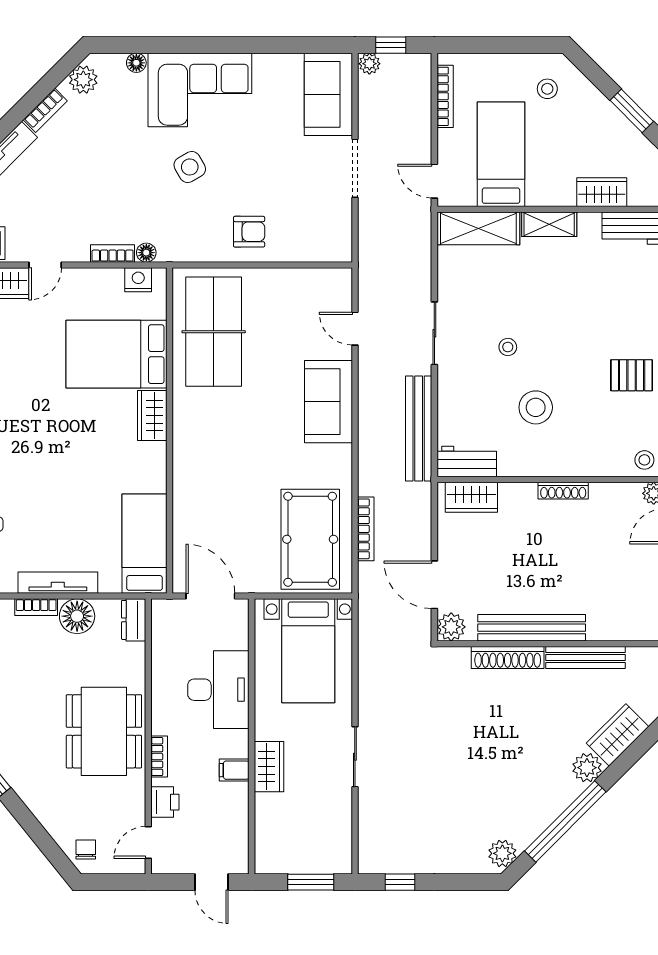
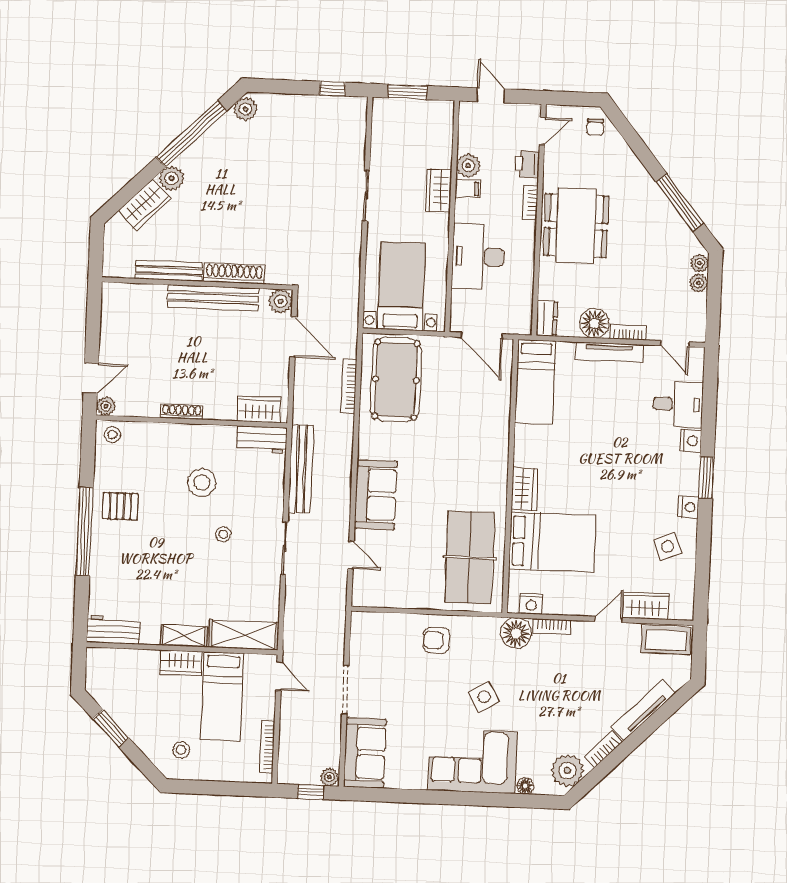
plant: (83, 80) -> (567, 771), width x1.36, depth x1.36
wardrobe: (602, 192) -> (181, 663), moved
floor lamp: (146, 253) -> (516, 633), width x1.89, depth x1.89
plant: (235, 797) -> (468, 166), added

